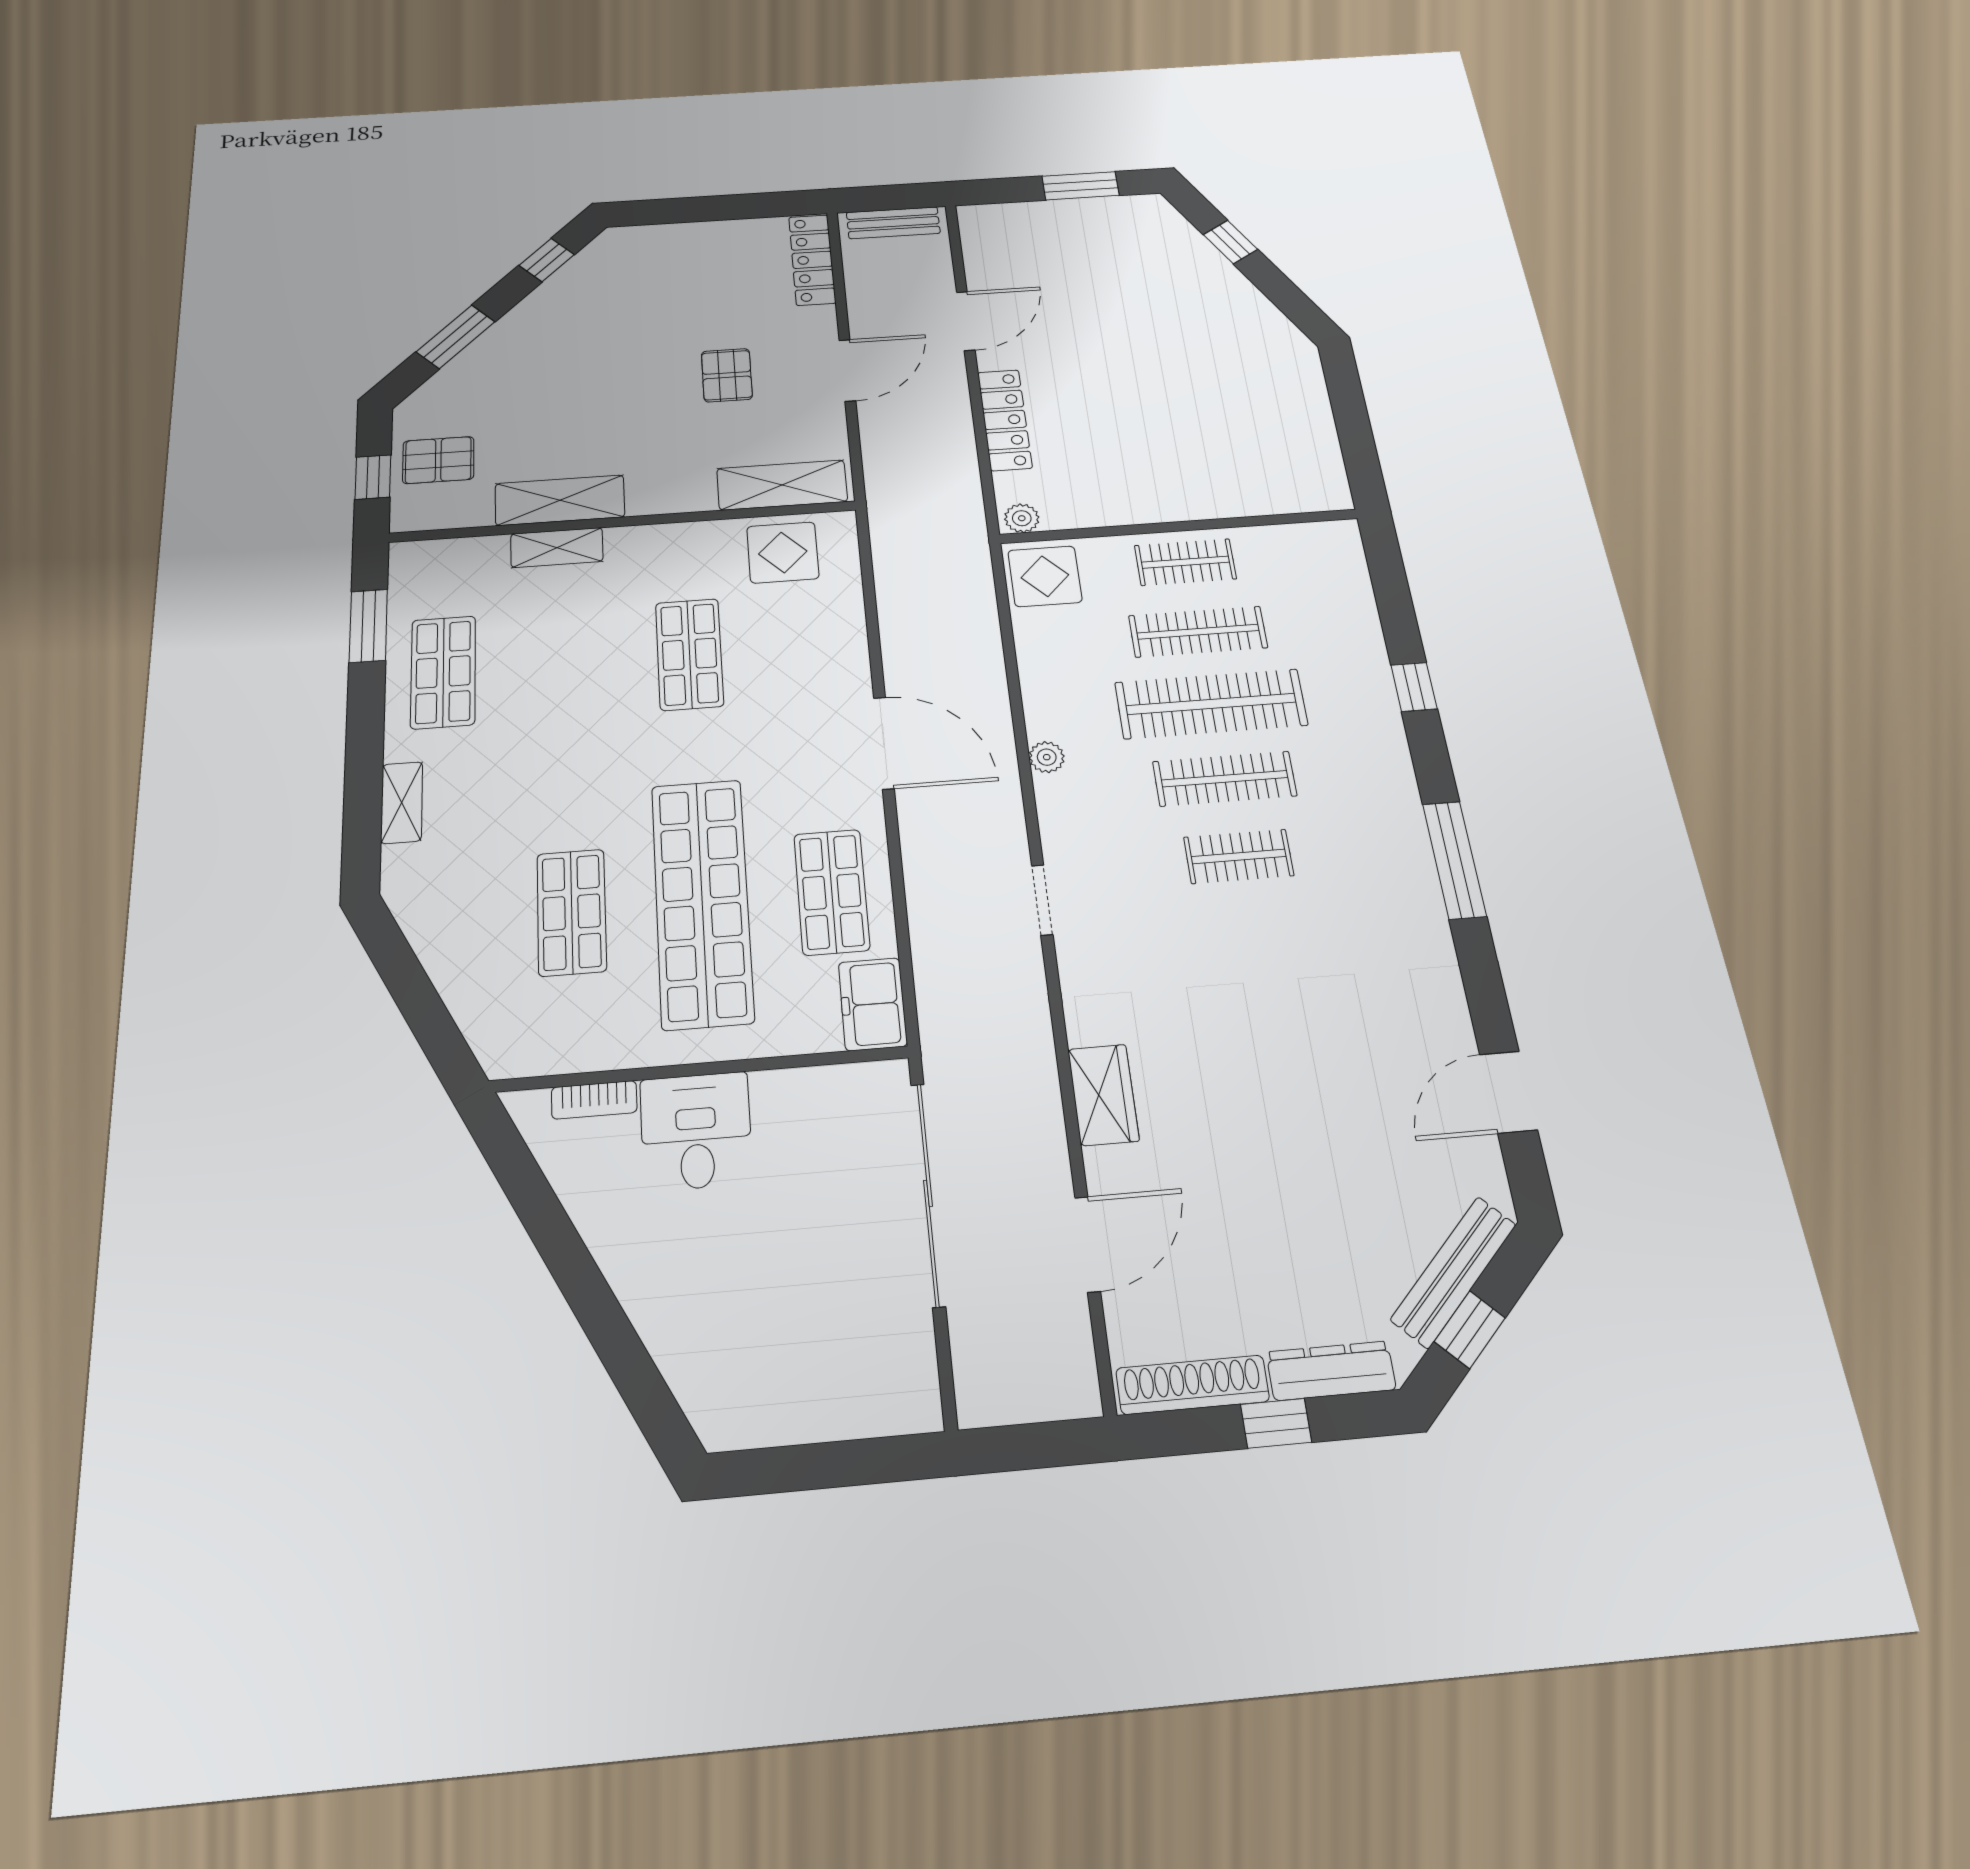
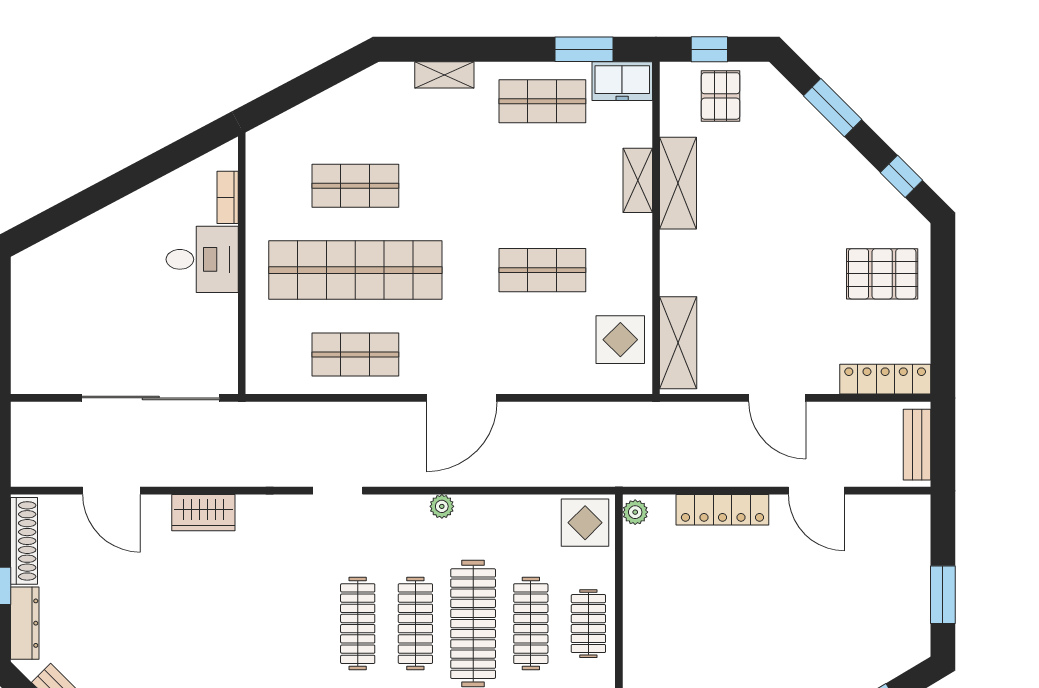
pallet: (727, 375) -> (882, 274), moved, width x1.50, depth x1.42
clothes rail: (1239, 856) -> (358, 624), width x1.36
freezer: (873, 1004) -> (622, 81), moved, turned 180

